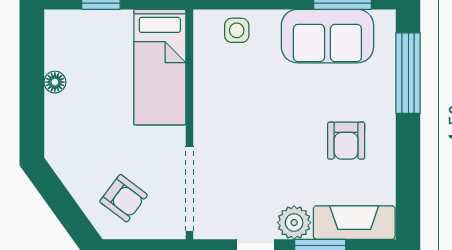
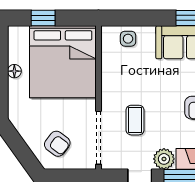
bed: (160, 67) -> (63, 62), width x2.04
coffee table: (248, 160) -> (135, 120), added

